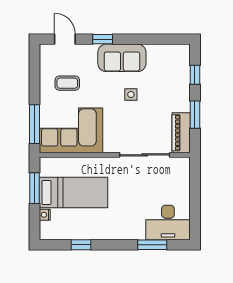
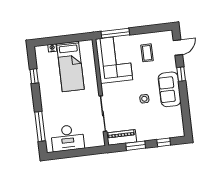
window: (35, 188) -> (70, 39), removed
desk: (168, 222) -> (68, 138), moved, turned -90
window: (152, 245) -> (40, 126), width x1.44

